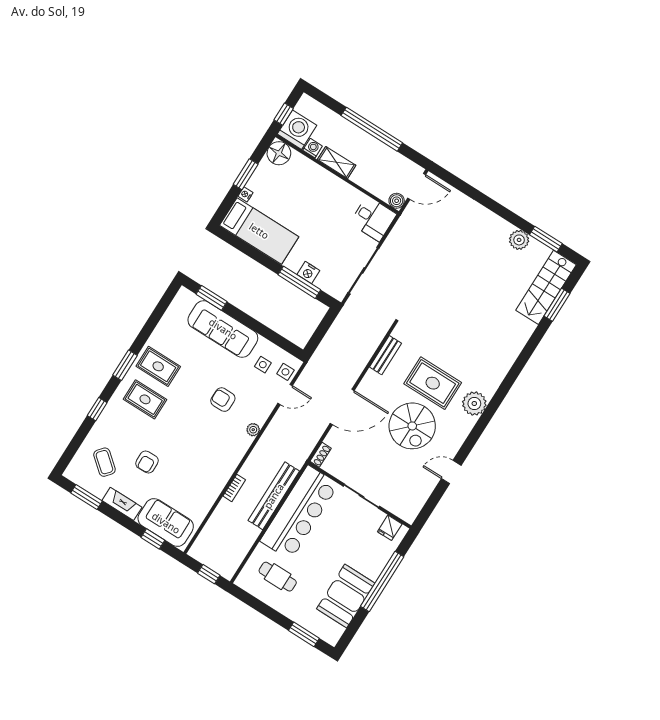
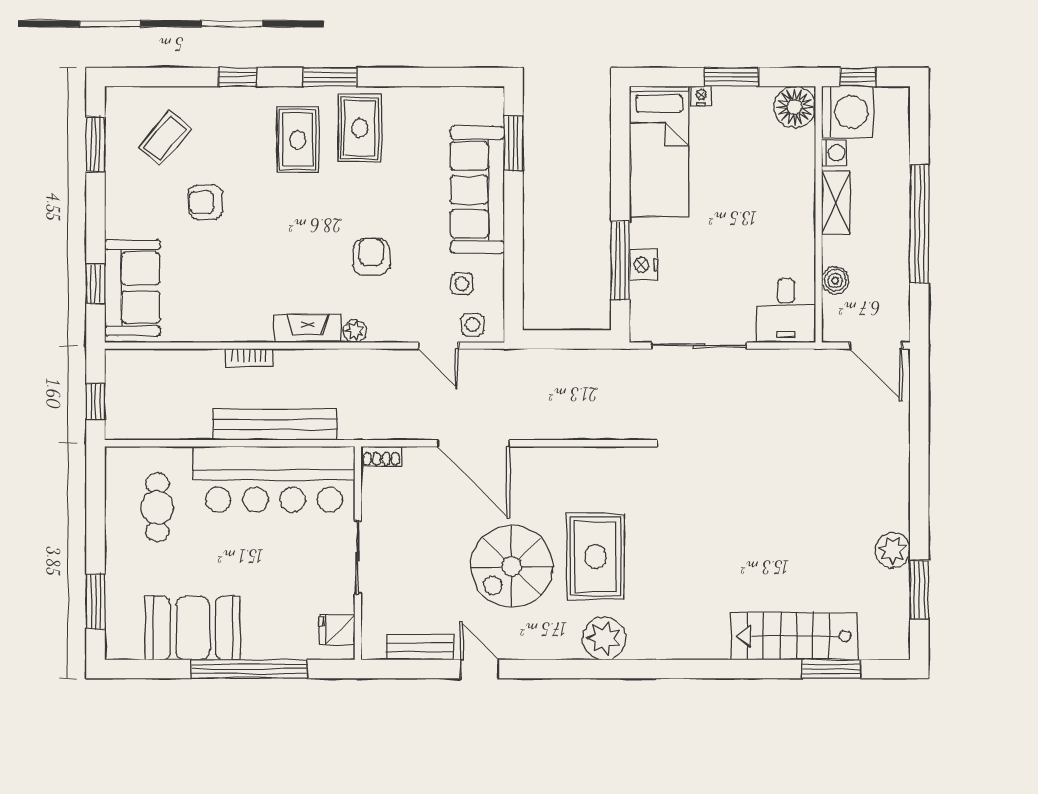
boiler: (397, 201) -> (835, 280), moved
stairs: (546, 287) -> (794, 636), moved
bench: (386, 355) -> (420, 647), moved
fireplace: (122, 504) -> (308, 328), moved, turned -90

